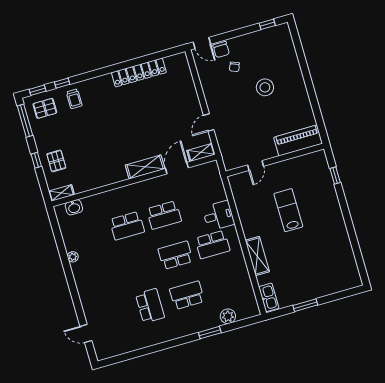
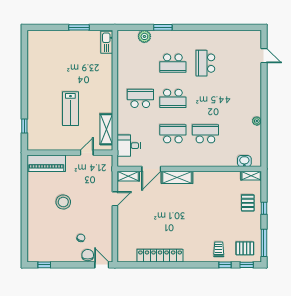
stool: (265, 87) -> (63, 202), moved
desk: (218, 216) -> (129, 146), moved
shelving: (257, 256) -> (106, 129), moved

